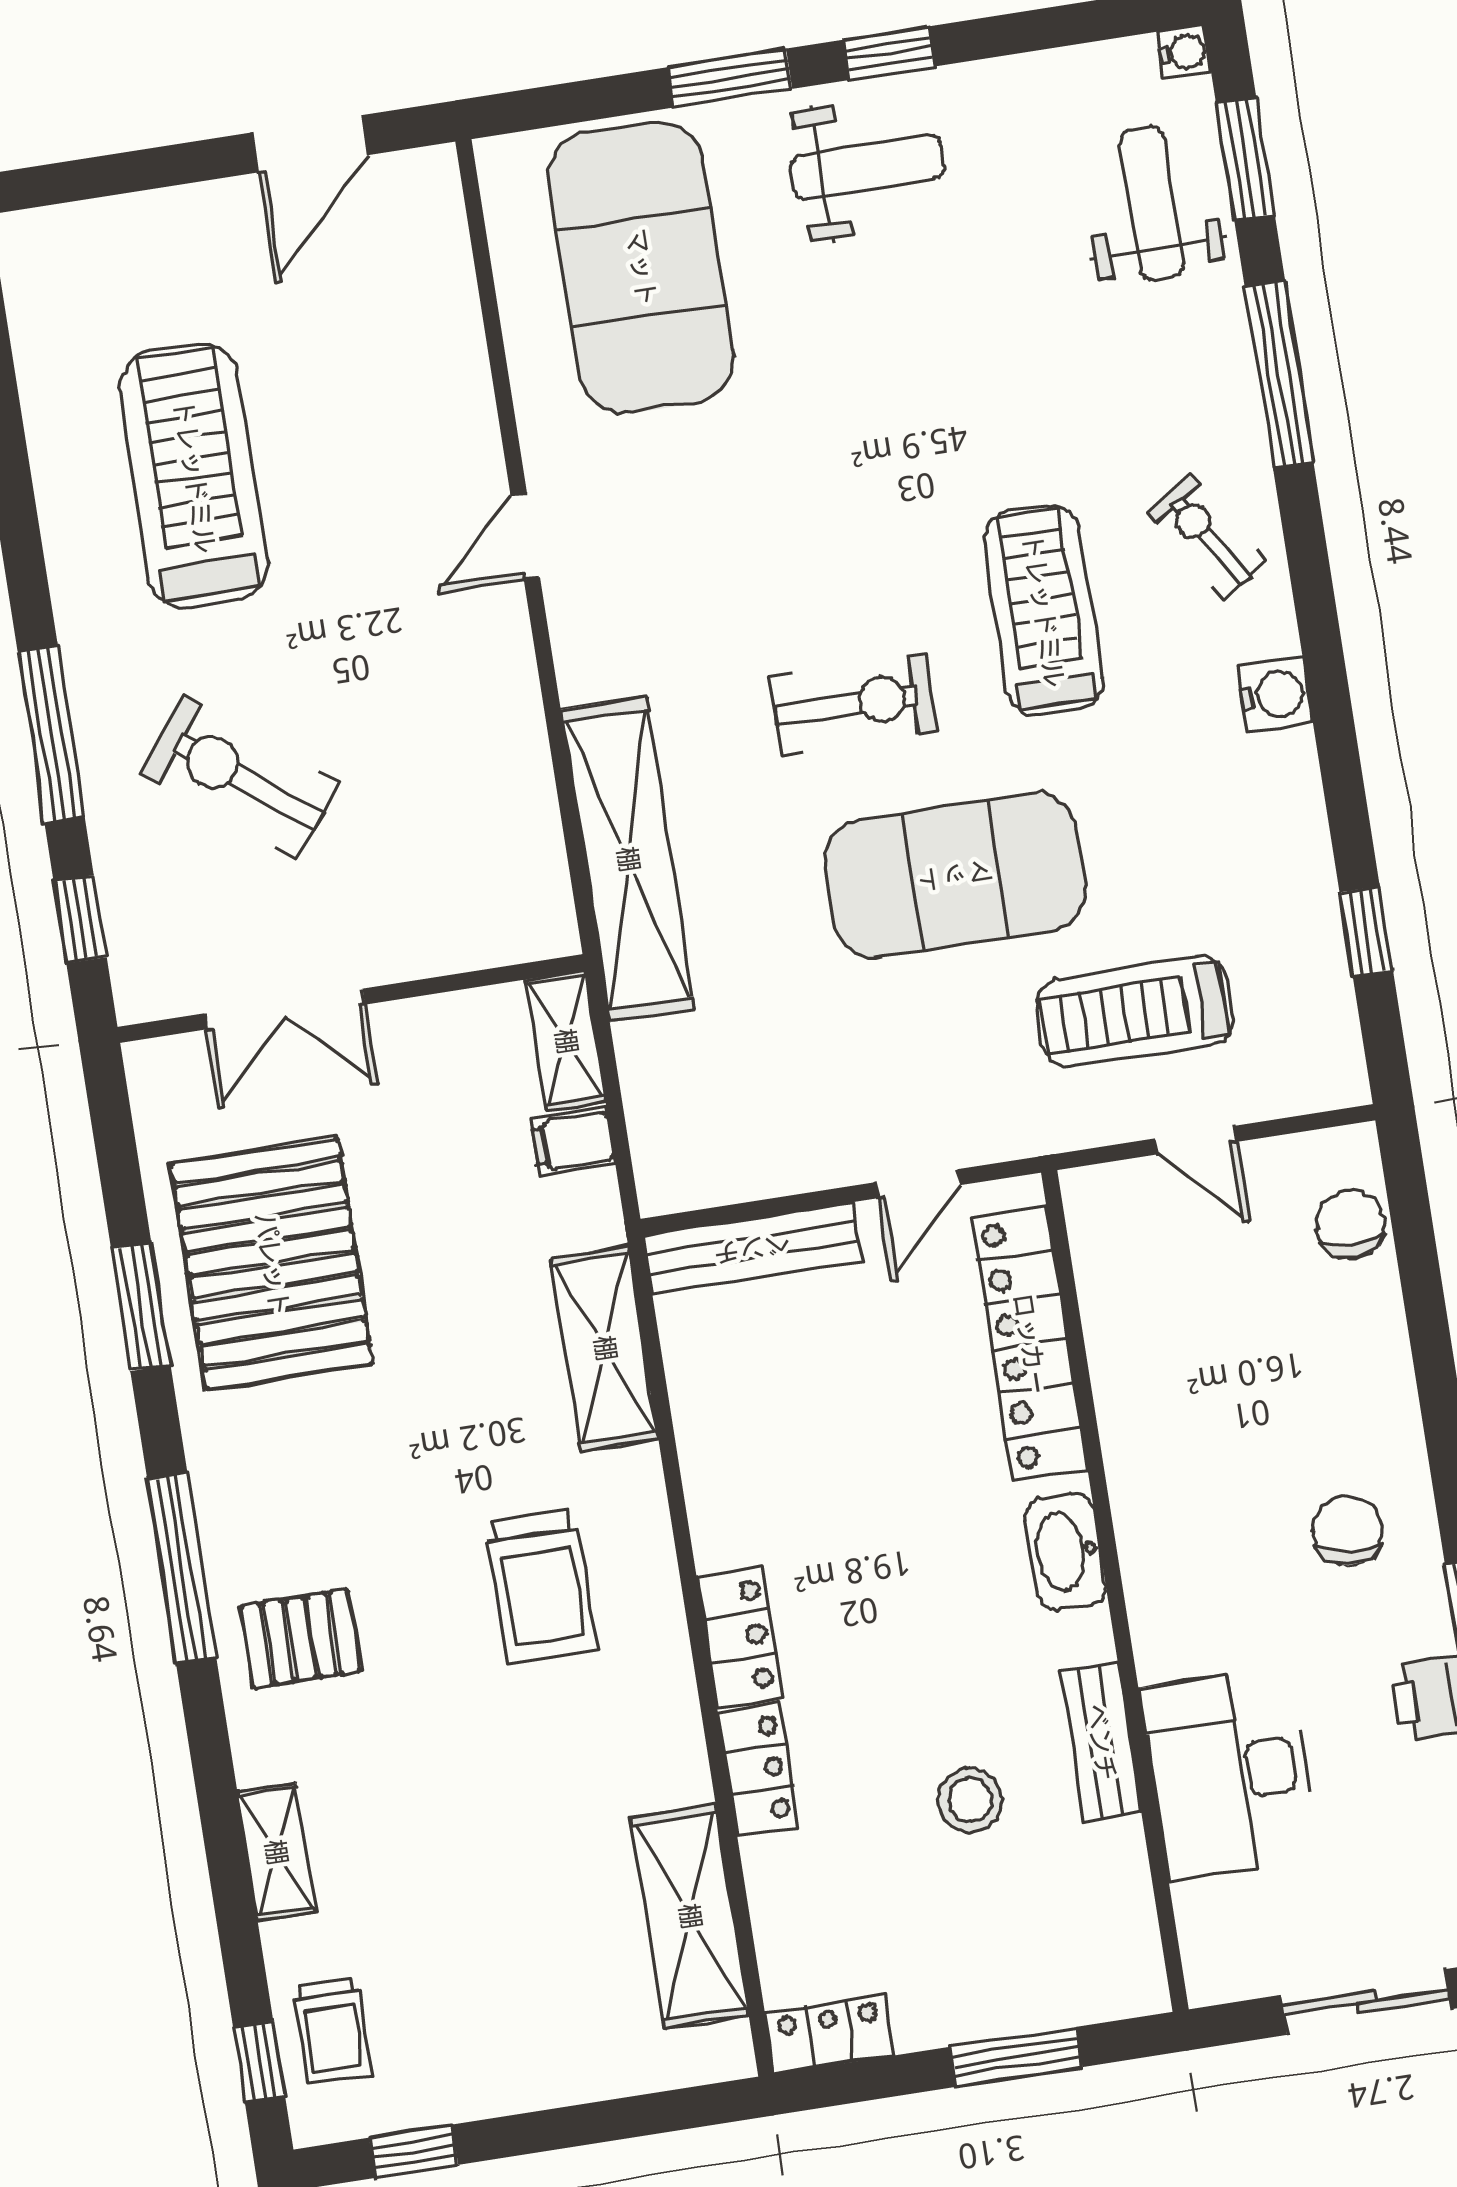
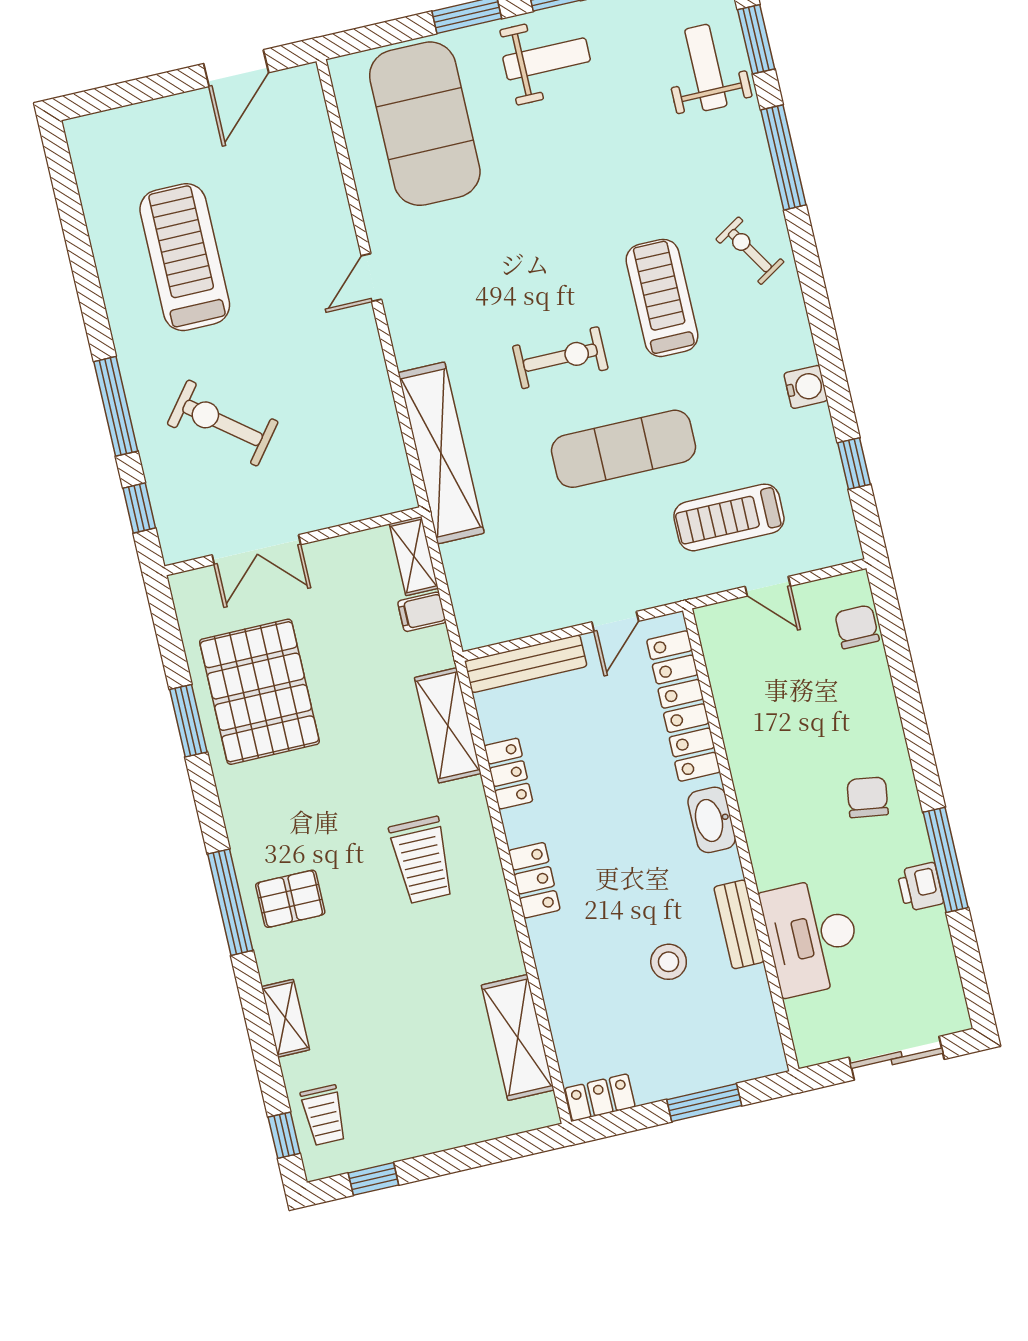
water cooler: (1275, 695) -> (806, 387), moved
exercise mat: (955, 875) -> (624, 449), width x0.68
window: (182, 1568) -> (230, 902), moved
locker: (758, 1769) -> (508, 774), moved

